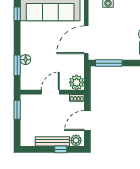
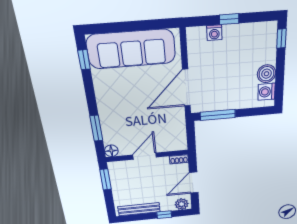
floor lamp: (26, 60) -> (111, 151), moved
plant: (77, 82) -> (177, 142), removed
bench: (52, 141) -> (139, 209), moved

